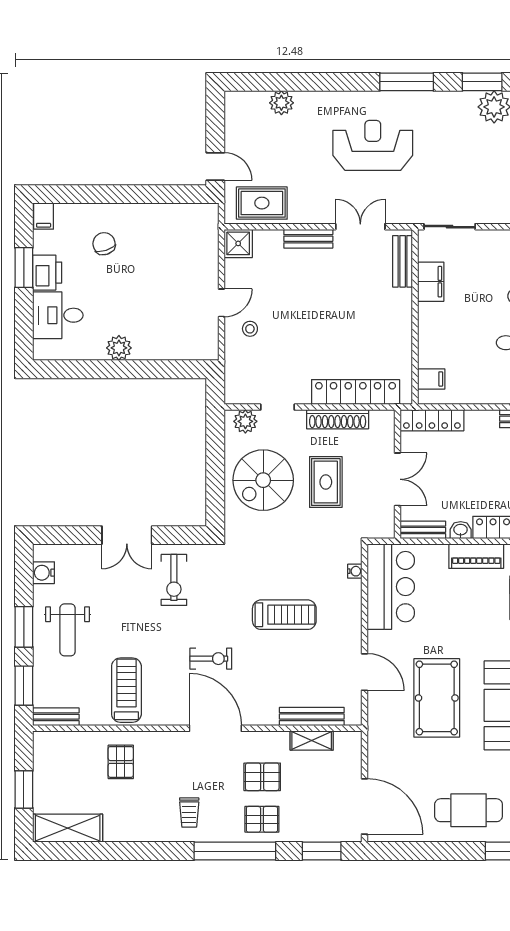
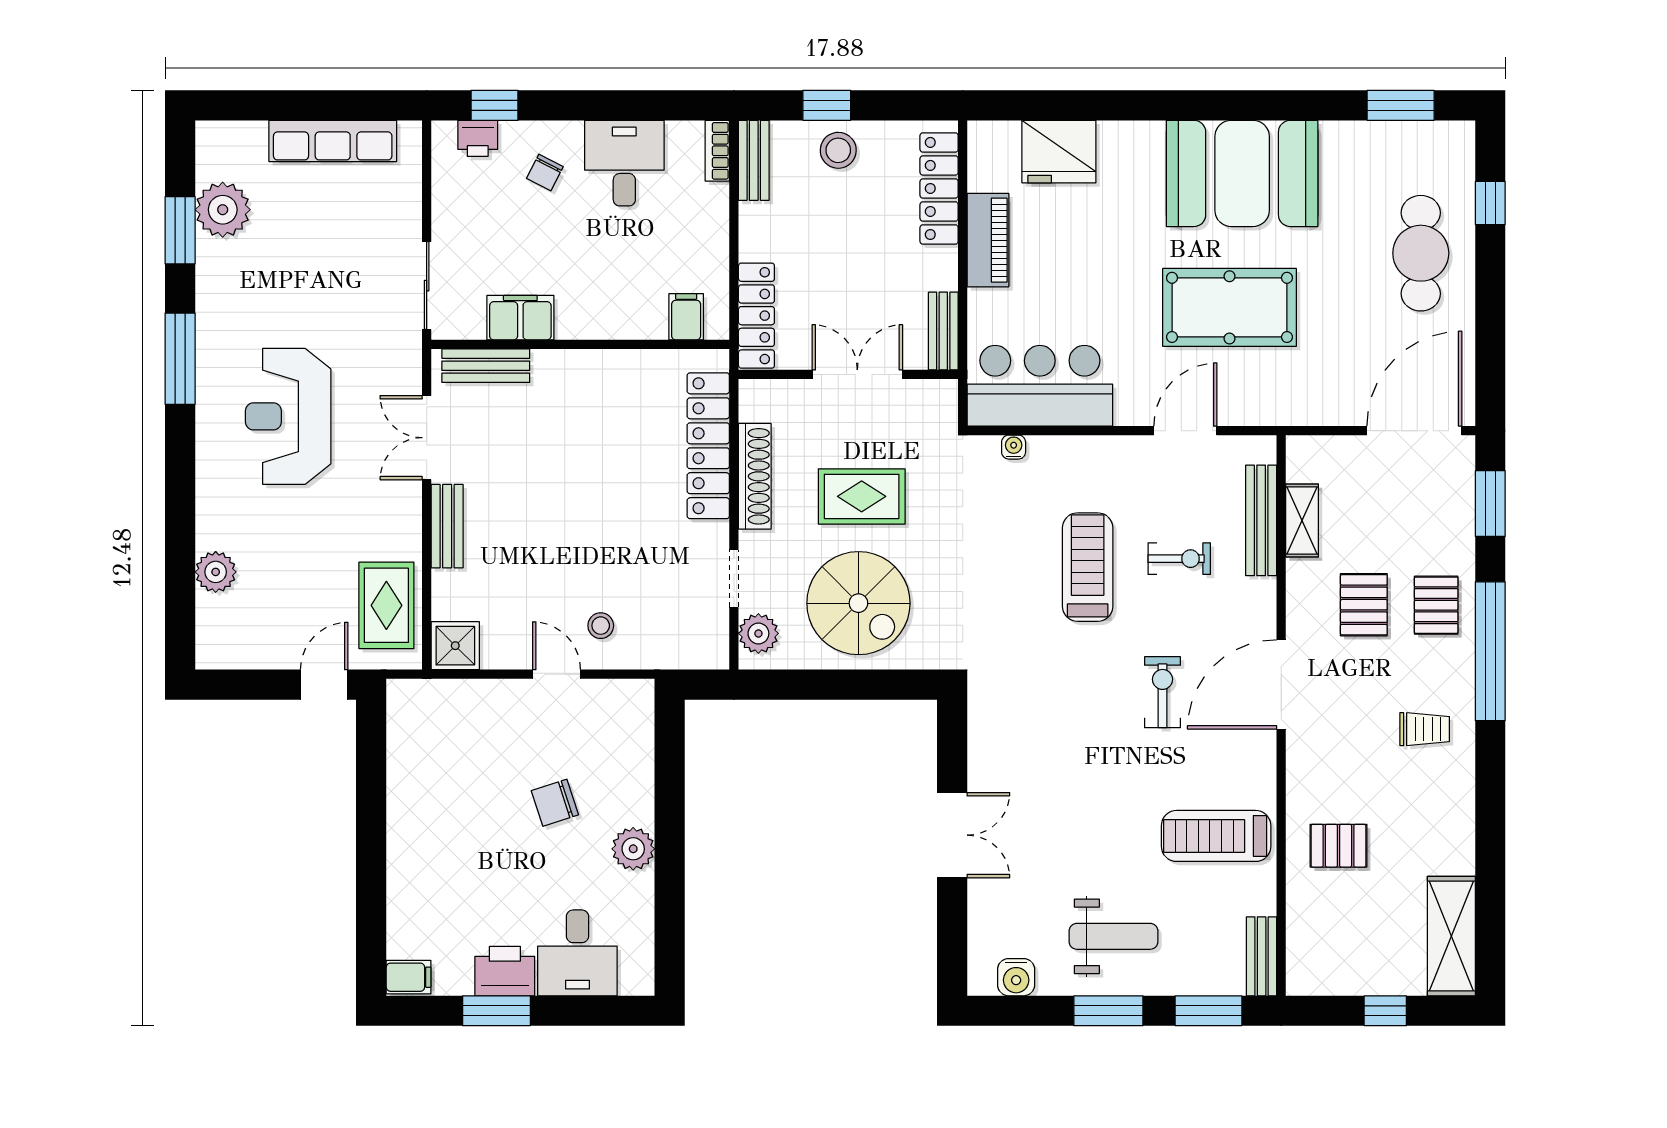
chair: (104, 244) -> (555, 803), moved
washbasin: (461, 530) -> (944, 267), removed
exercise bike: (174, 580) -> (1179, 559), moved, width x0.73, depth x0.72
window: (24, 789) -> (1385, 1011), width x0.67

